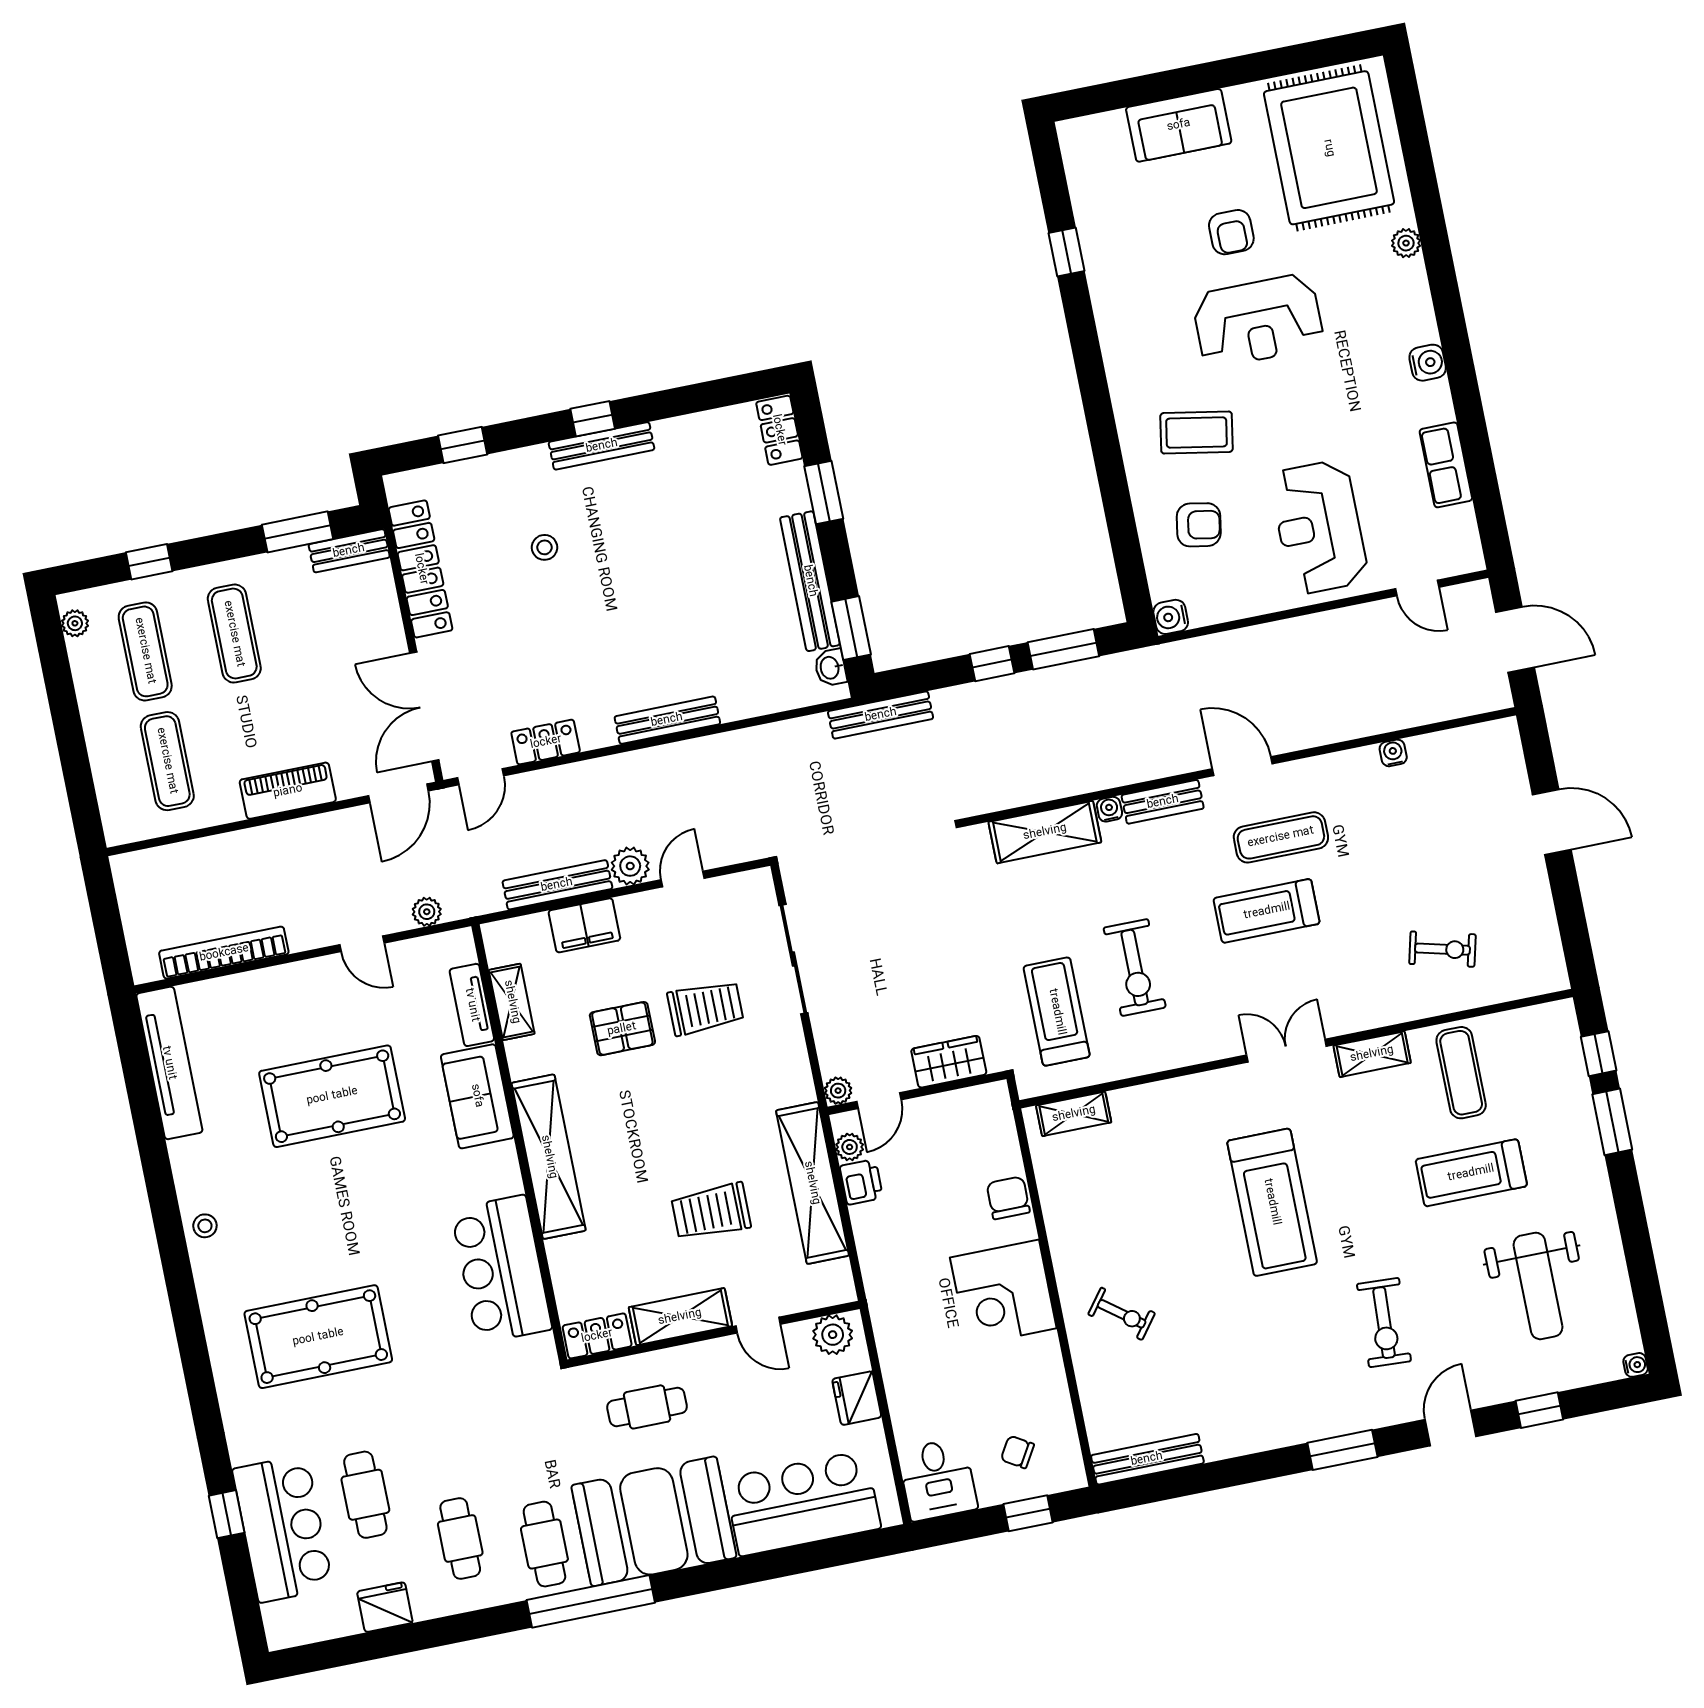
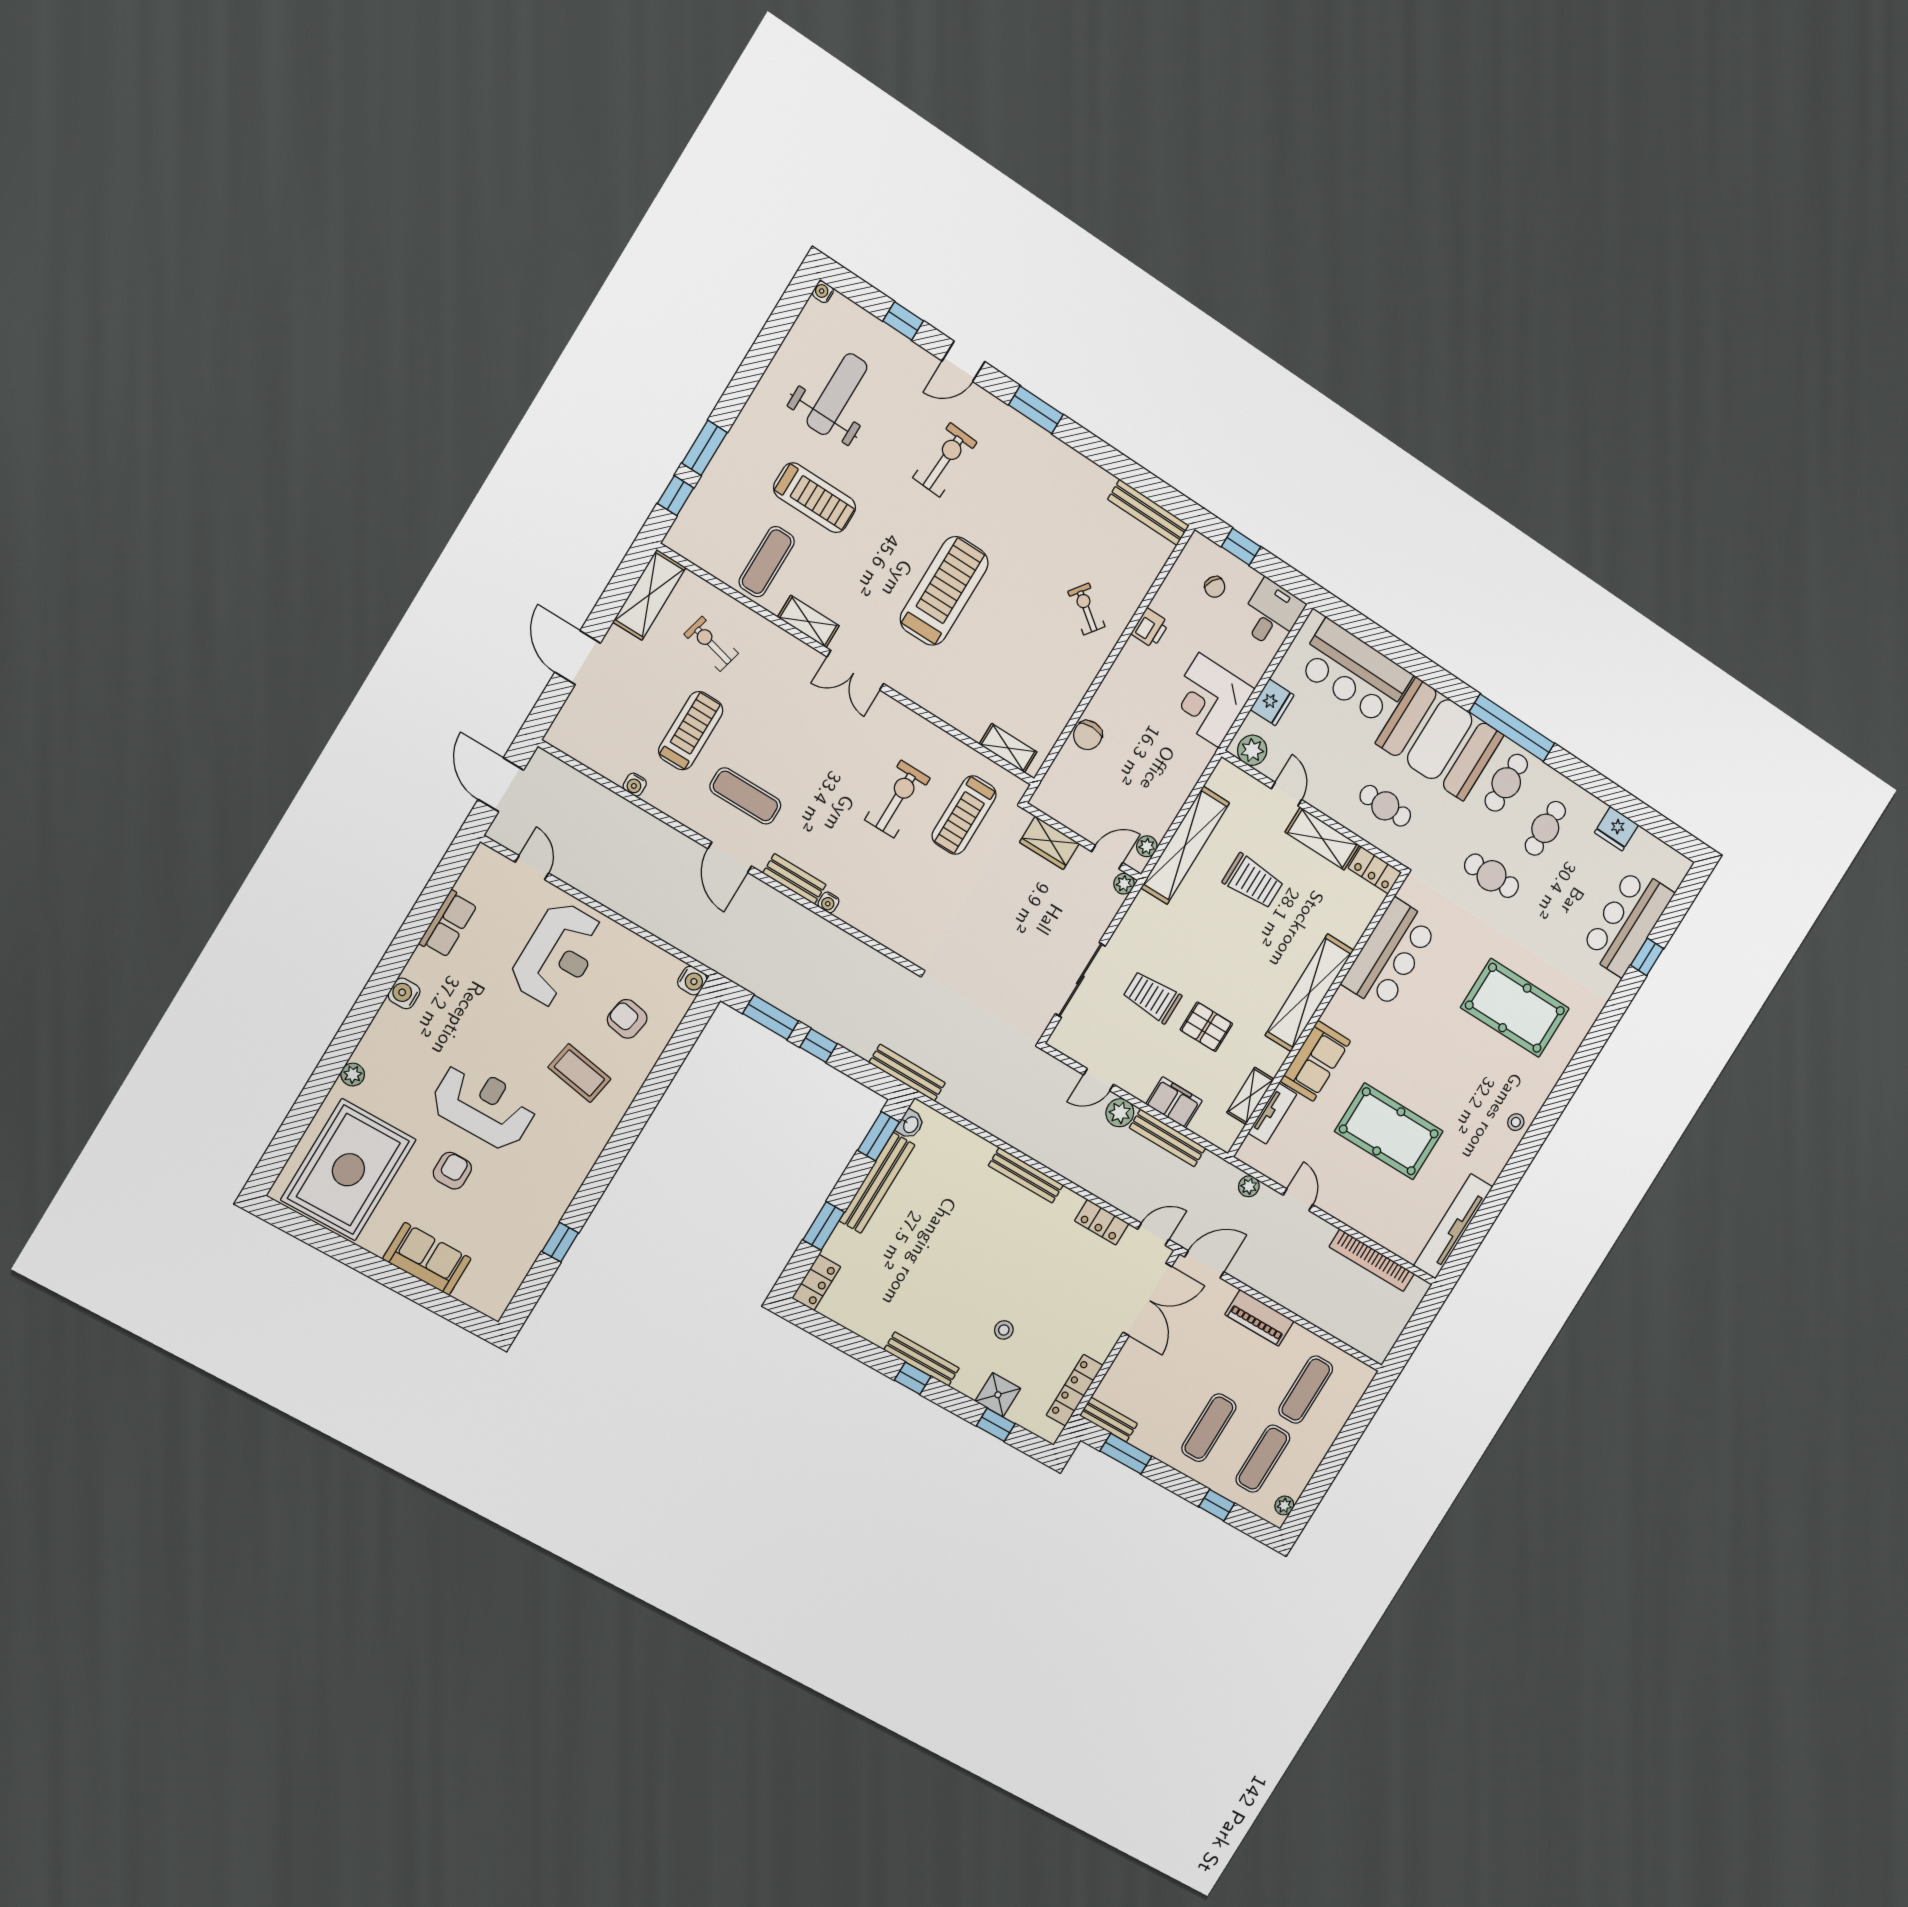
shower: (489, 477) -> (998, 1395), added
locker: (421, 569) -> (1075, 1390), width x0.71, depth x0.83
shelving: (1045, 832) -> (649, 595), moved, turned 90
treadmill: (1267, 911) -> (691, 731), moved, turned -90
printer: (861, 1182) -> (1150, 628), moved, turned 180
corner desk: (1003, 1293) -> (1209, 700), moved, turned 180
cafe table: (365, 1495) -> (1492, 876), moved, turned 90

